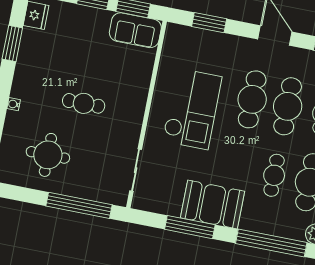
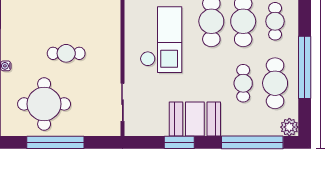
round table: (48, 155) -> (44, 104), width x1.36, depth x1.36
window: (79, 205) -> (55, 142), moved
window: (190, 227) -> (179, 142), width x0.69

